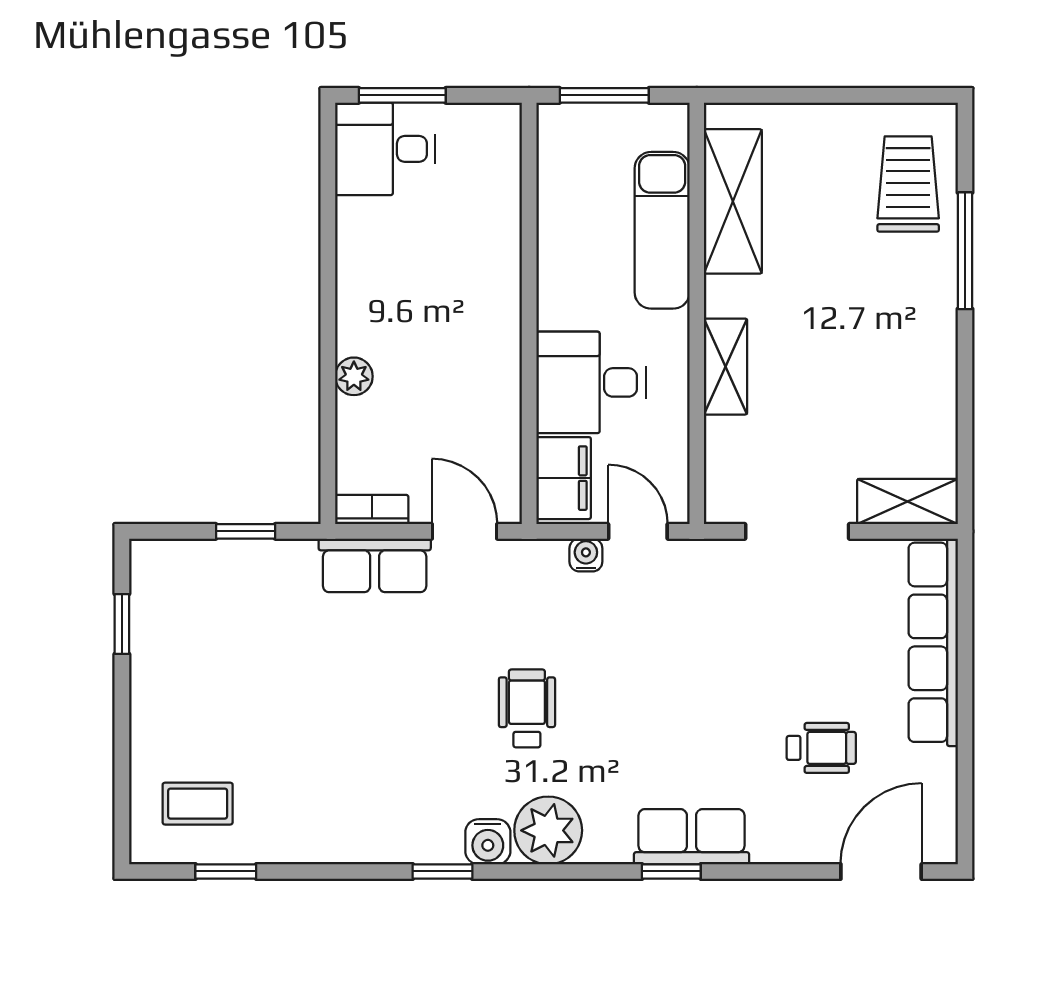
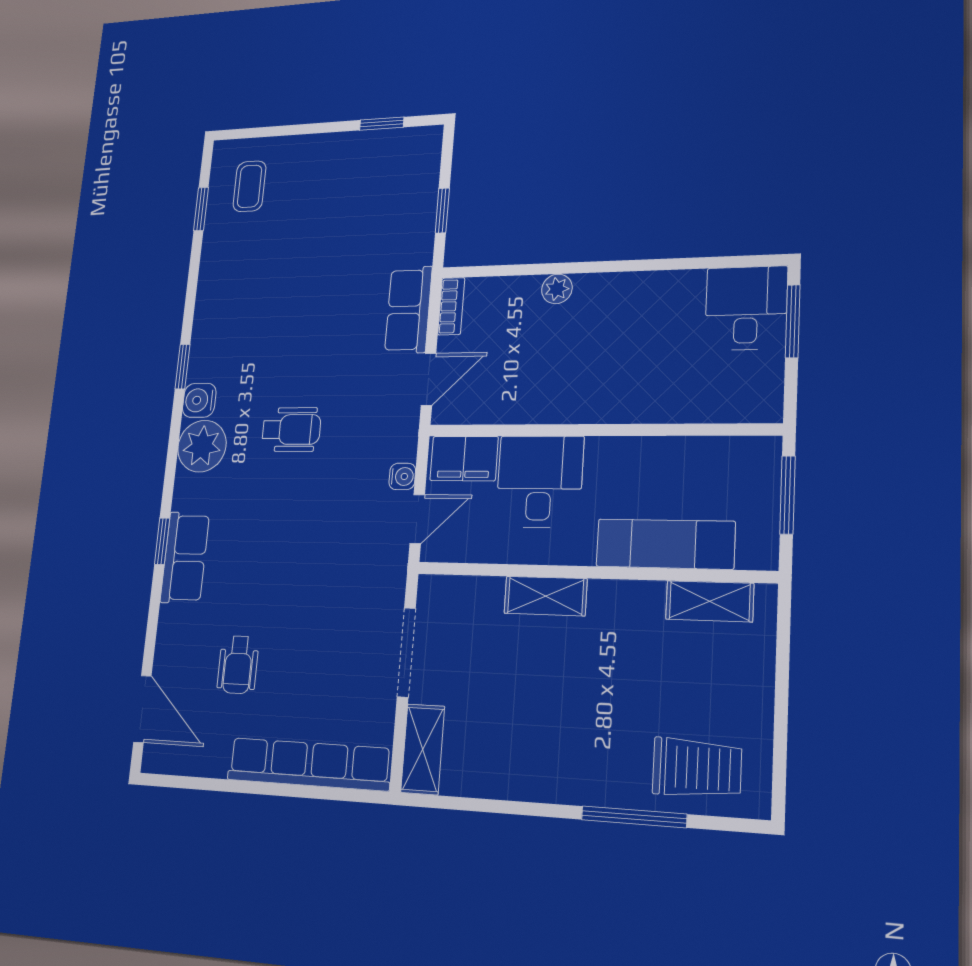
shelving: (733, 201) -> (710, 601), width x0.67, depth x0.75

